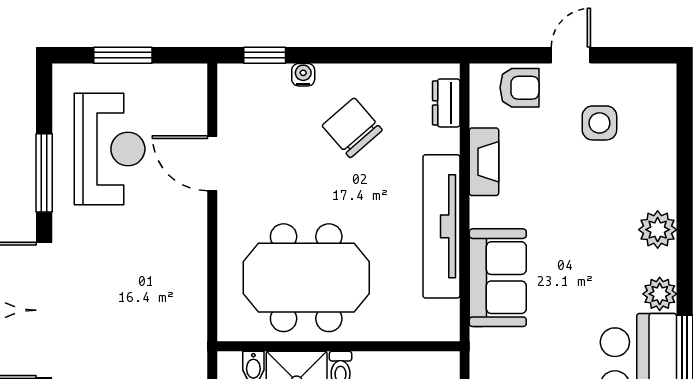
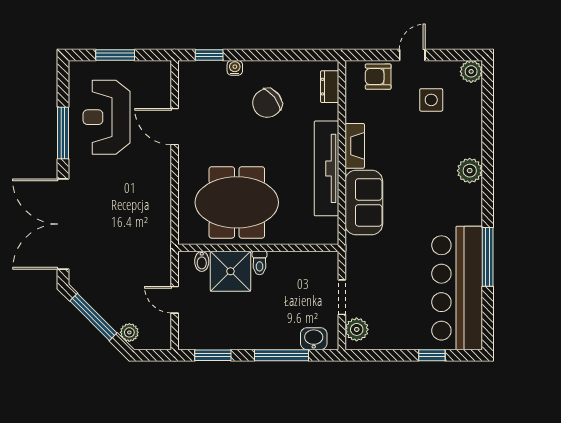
armchair: (520, 88) -> (378, 77), turned 180
chair: (352, 128) -> (267, 103), turned -87
reception desk: (110, 149) -> (106, 117), turned 180
fireplace: (484, 162) -> (355, 146), moved
plant: (660, 294) -> (471, 71), moved

